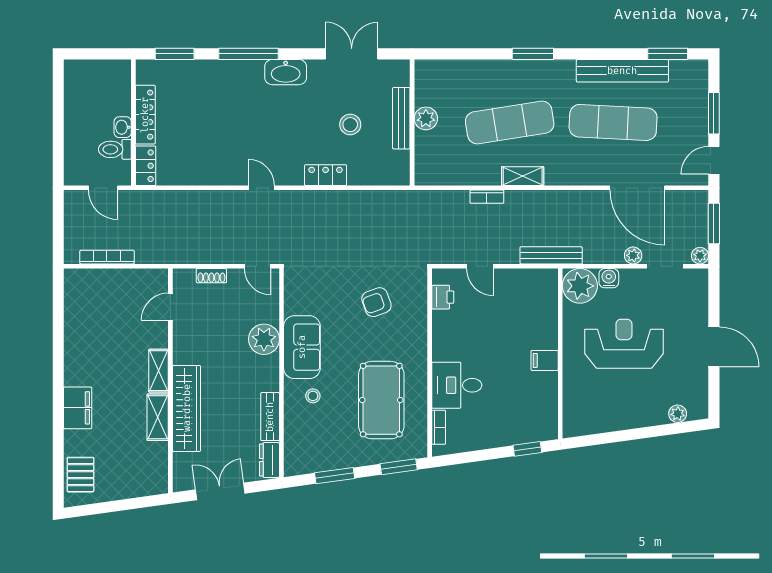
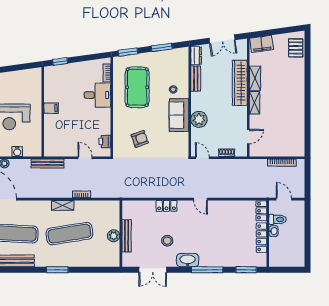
stool: (350, 125) -> (167, 241), moved
plant: (580, 286) -> (32, 147), removed
filing cabinet: (78, 408) -> (262, 44), moved, turned -98

